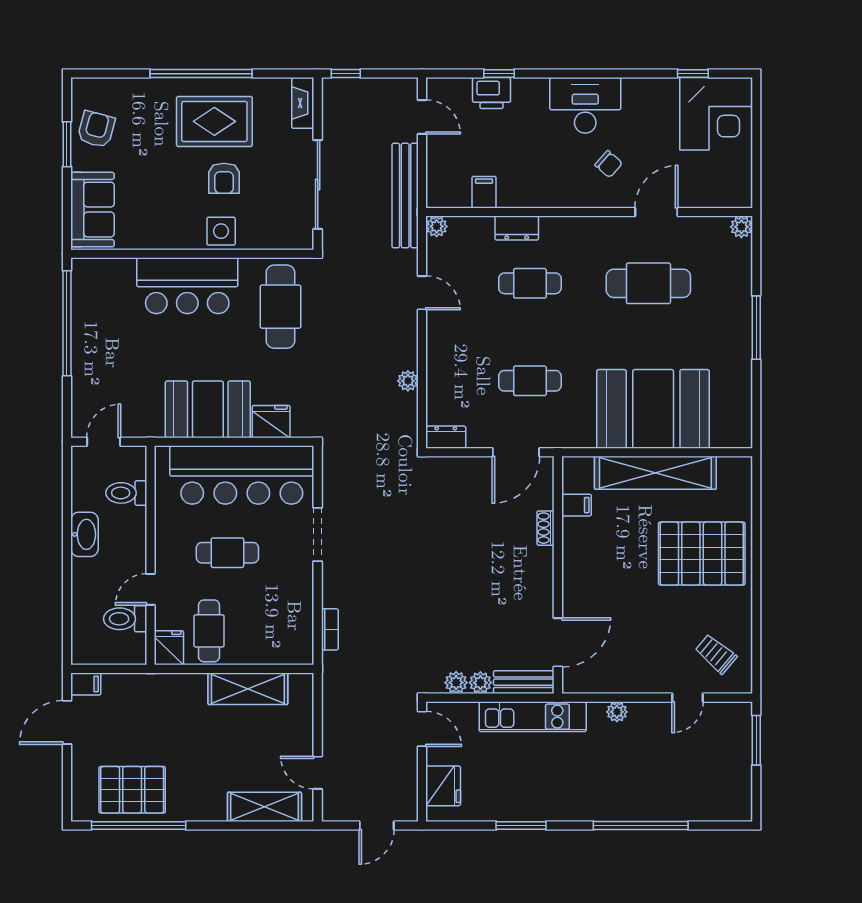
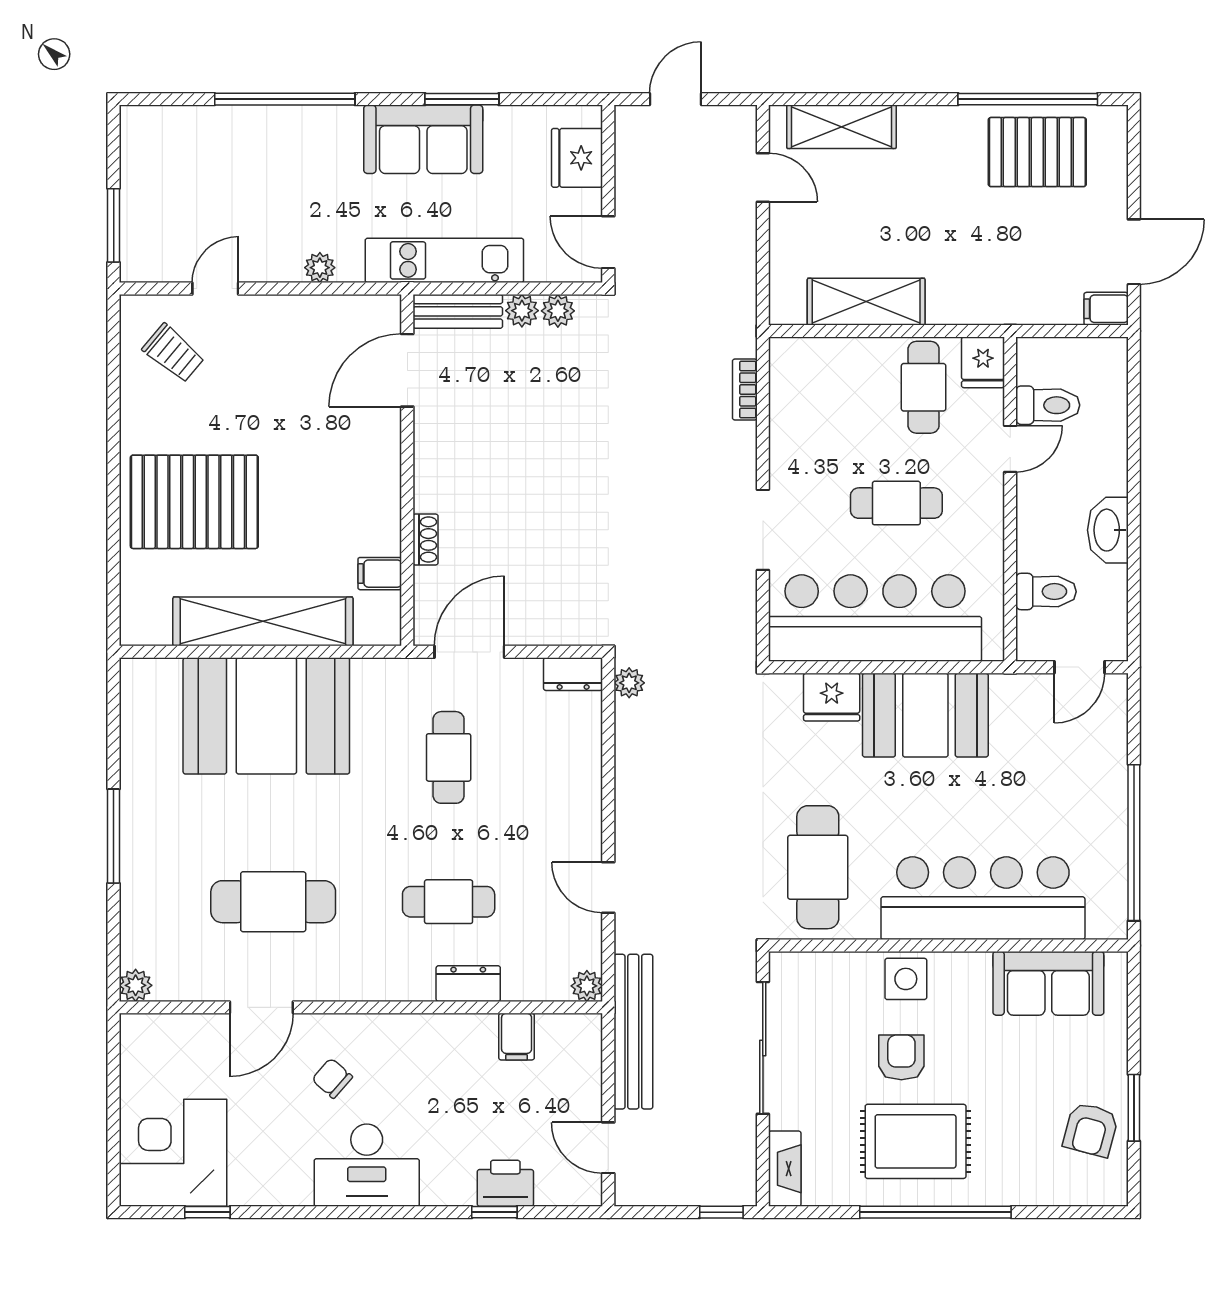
sofa: (92, 210) -> (1048, 983), moved, turned -90
bar counter: (187, 286) -> (983, 898), width x1.36
plant: (408, 381) -> (629, 683), moved
cafe table: (530, 381) -> (449, 757), turned 90
sofa: (547, 798) -> (423, 139), added

